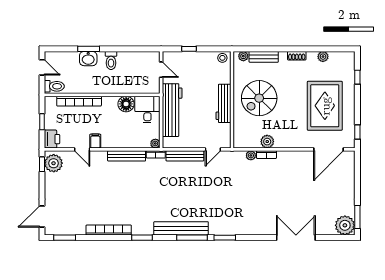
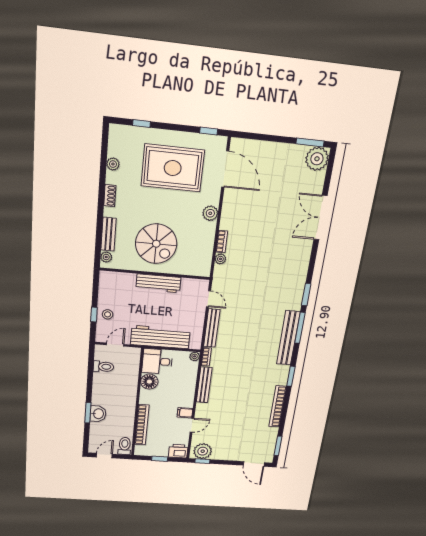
stool: (222, 58) -> (108, 314), moved
toilet: (111, 60) -> (103, 367), moved
plant: (267, 142) -> (210, 213), moved

